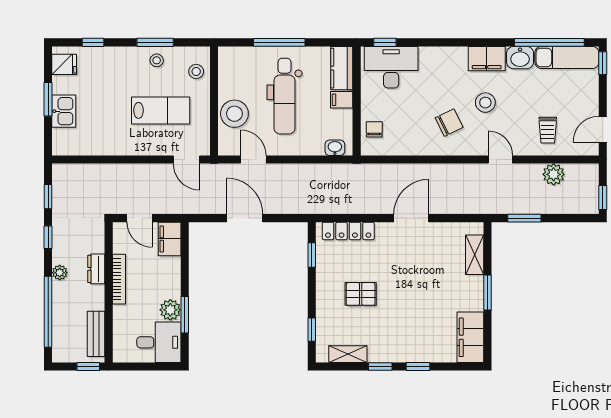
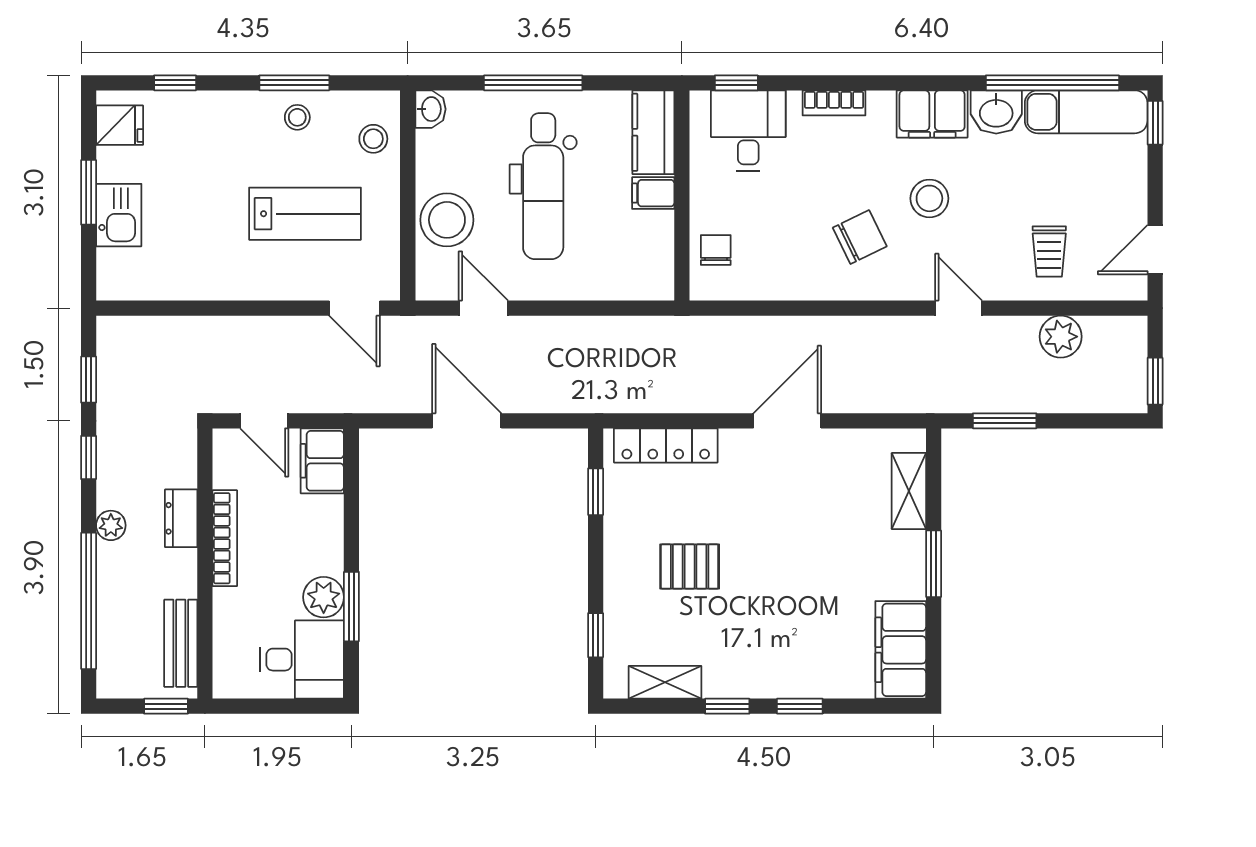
bookcase: (436, 53) -> (834, 103), added
desk: (391, 67) -> (748, 131), width x0.73
washbasin: (335, 148) -> (430, 109), moved, turned 90

